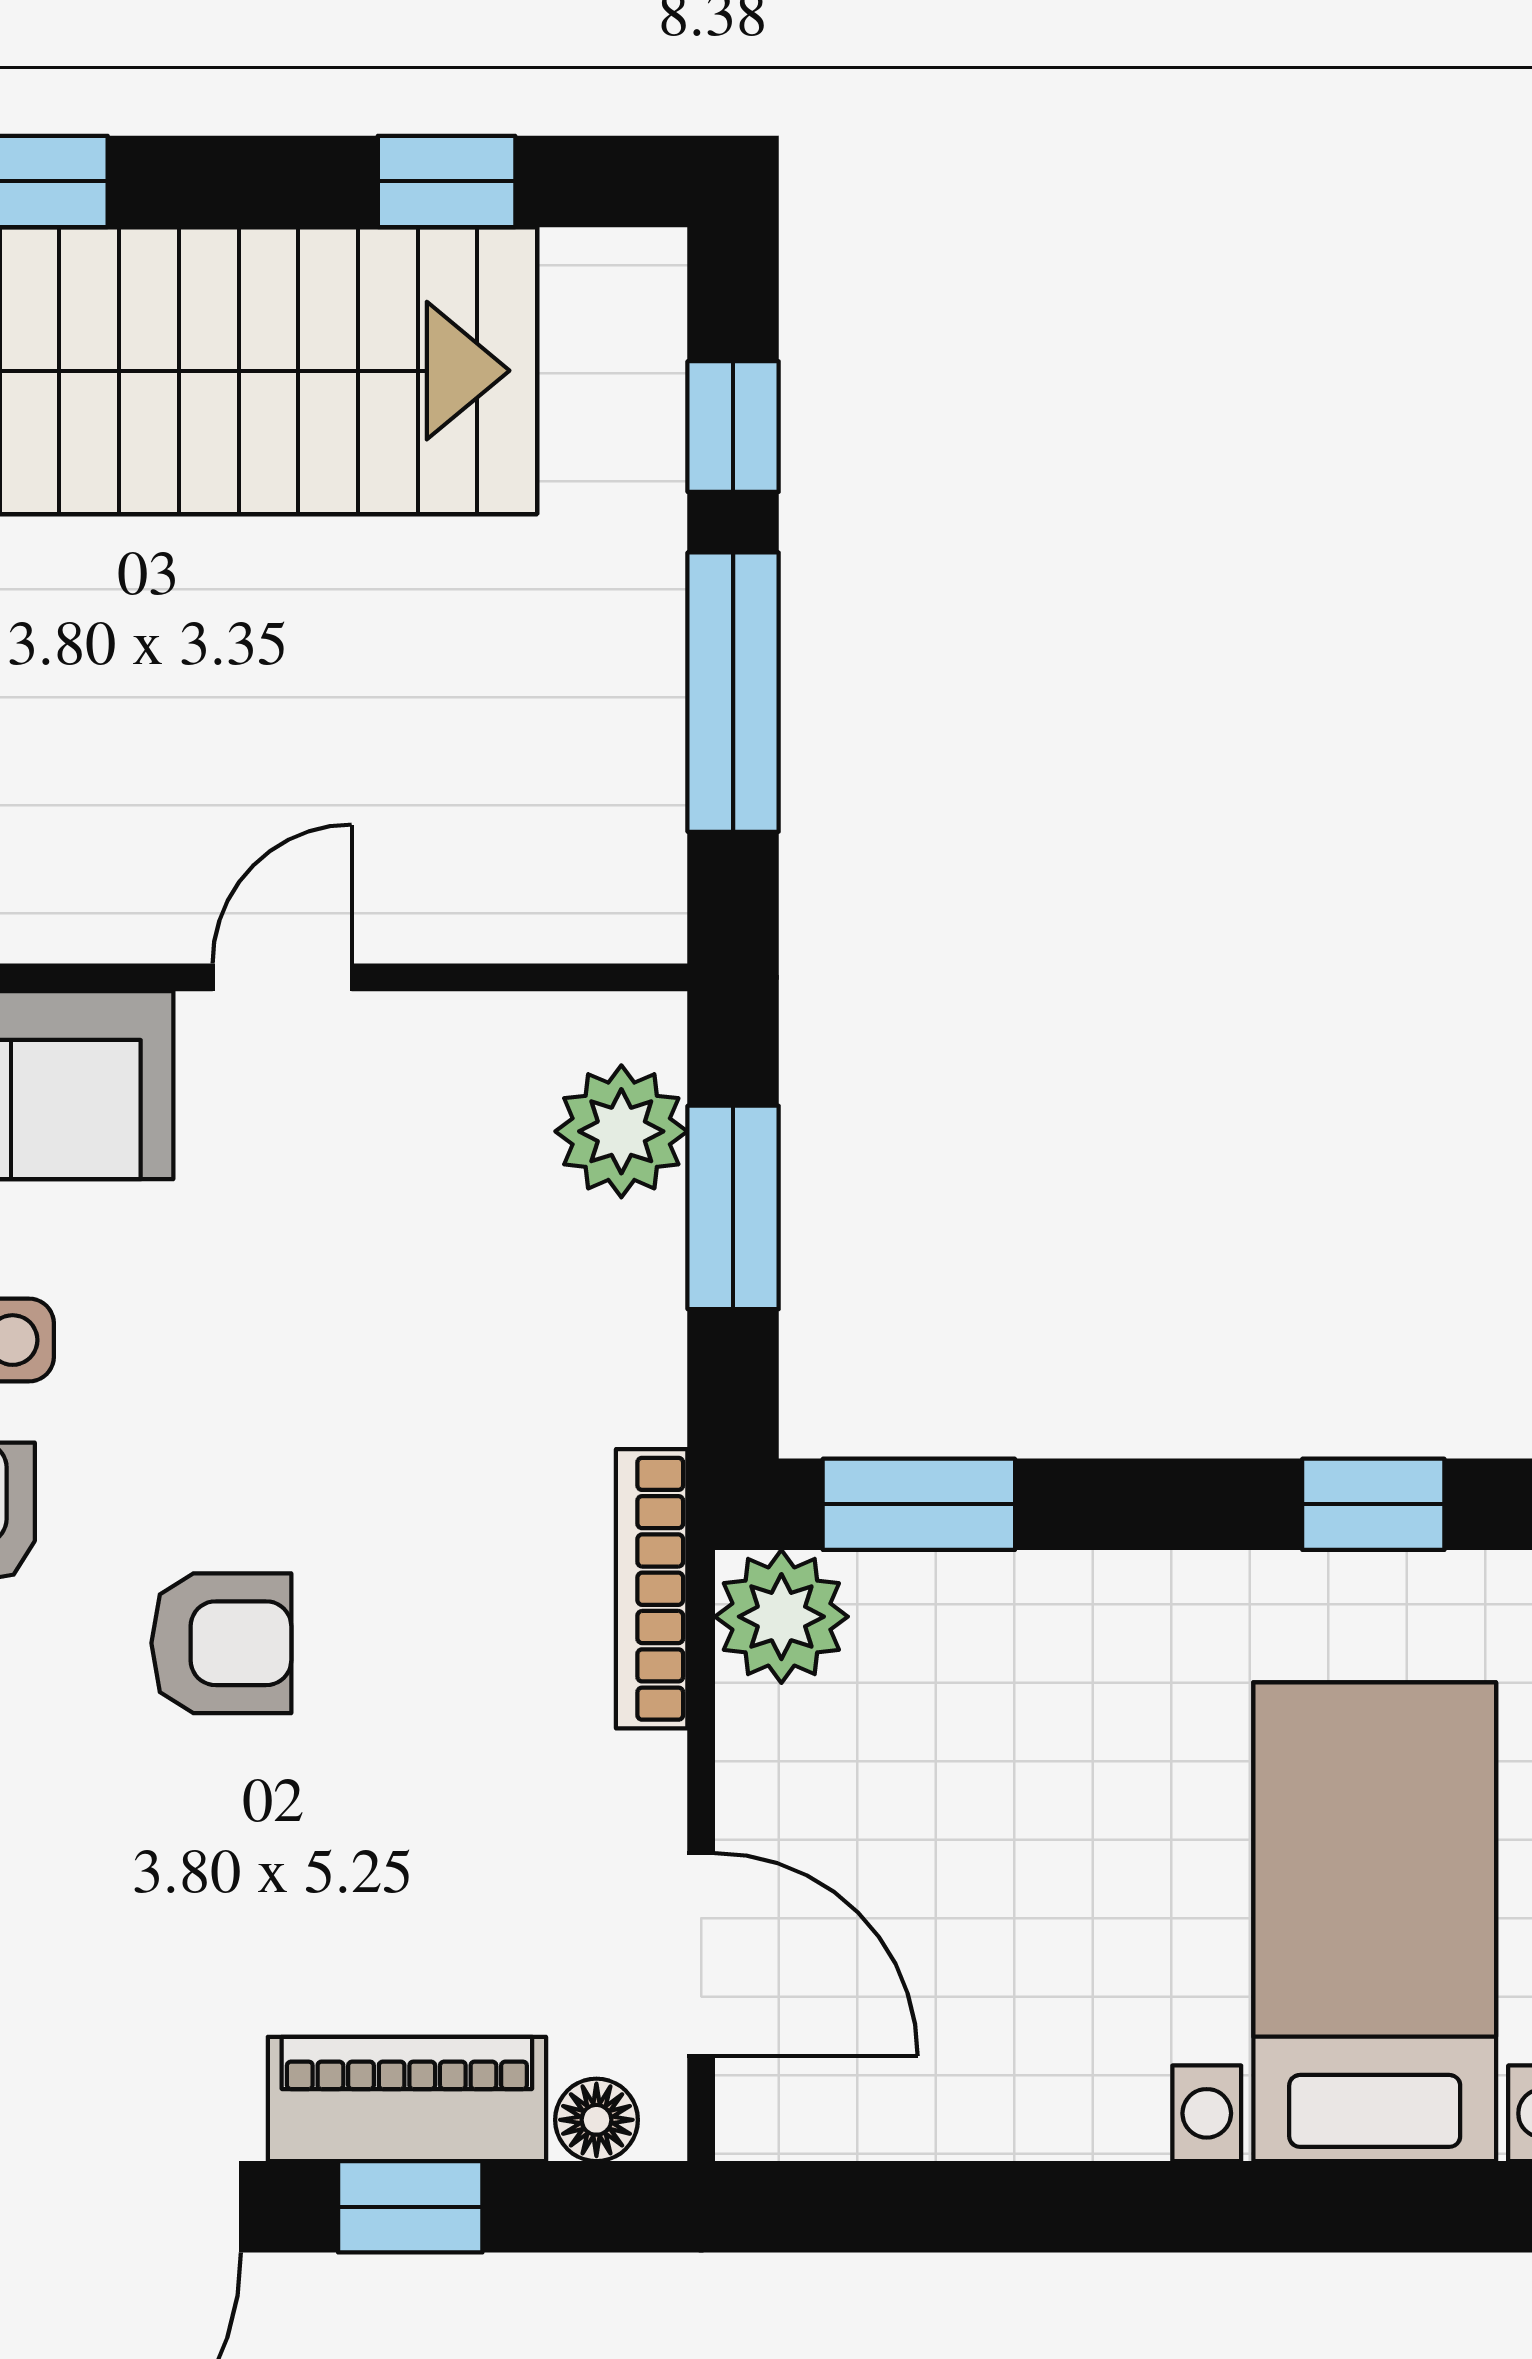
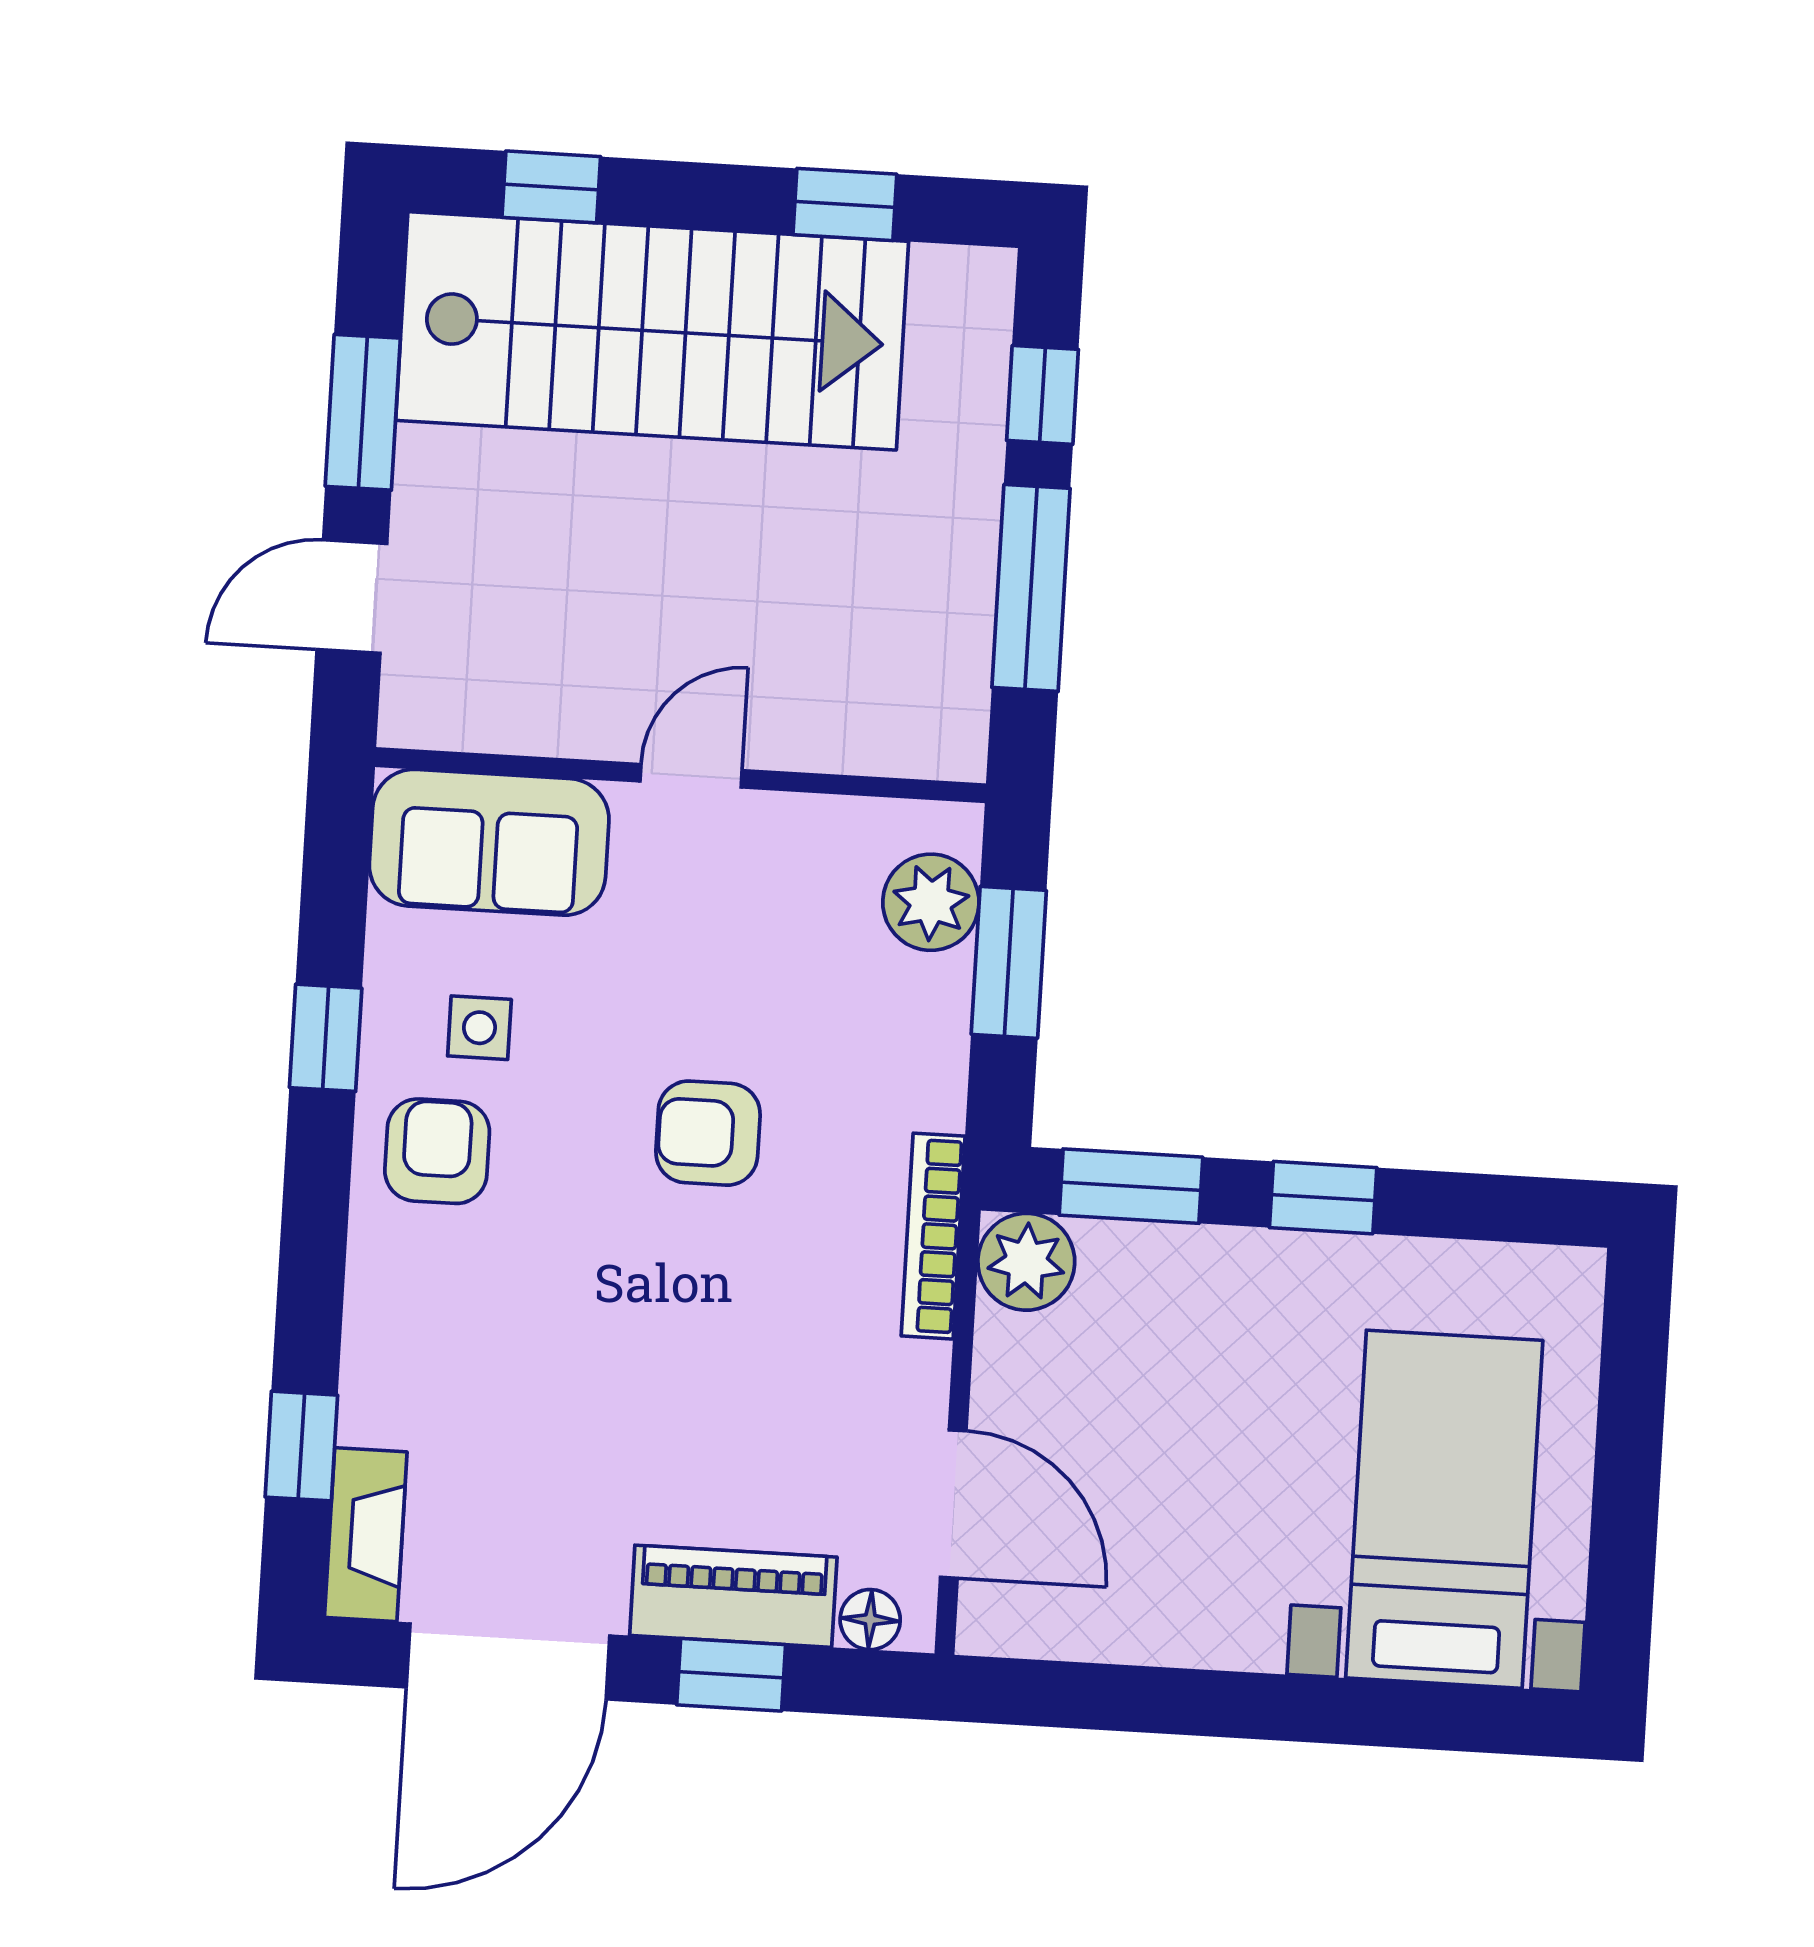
window: (1373, 1504) -> (1323, 1198), moved
armchair: (221, 1643) -> (708, 1133), moved, turned 180

